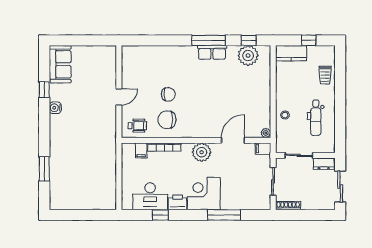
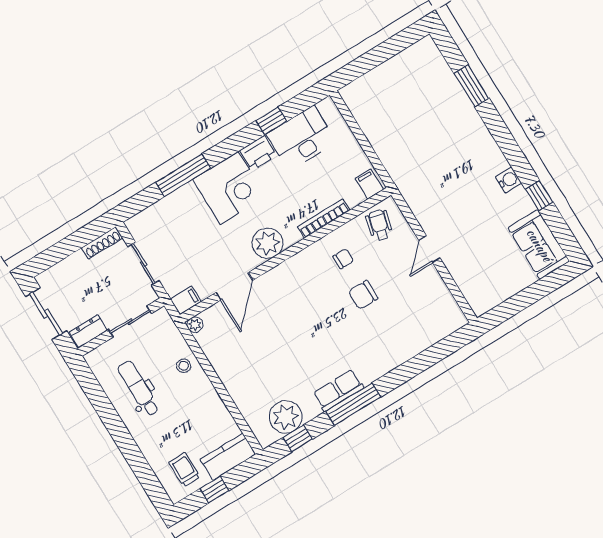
trolley: (325, 75) -> (184, 470), moved
chair: (167, 120) -> (343, 259), width x0.54, depth x0.54
wheelchair: (137, 126) -> (379, 225), turned 105
filing cabinet: (141, 150) -> (369, 184), moved

